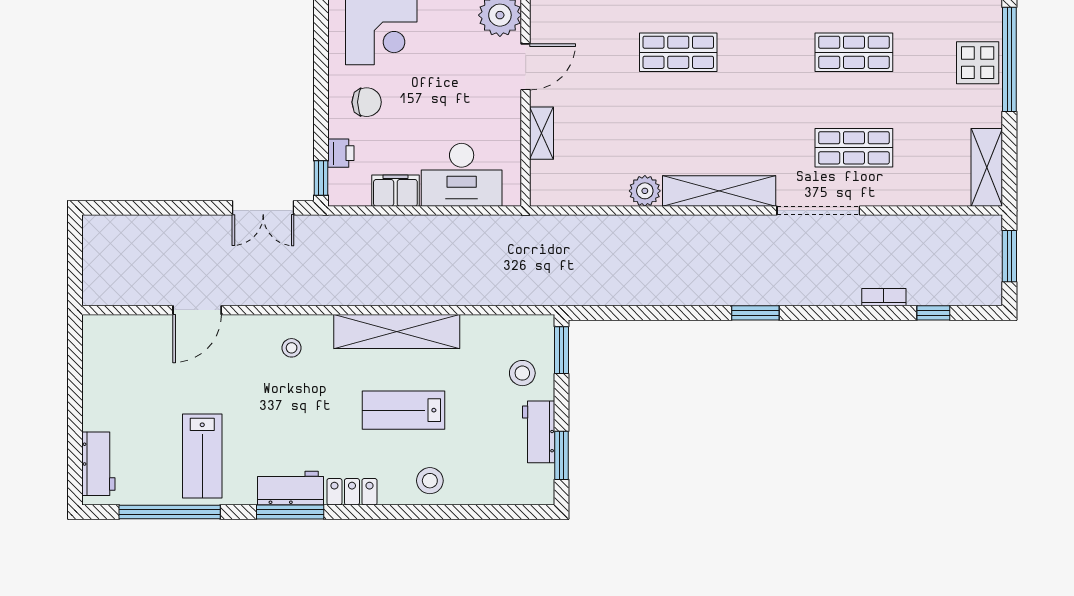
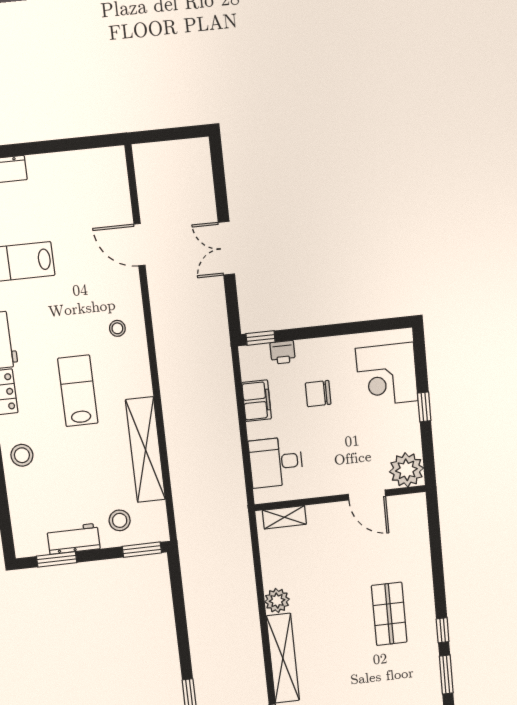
chair: (367, 102) -> (318, 394), moved, turned 90
shelving: (542, 133) -> (284, 517), moved
desk: (462, 175) -> (276, 462), width x0.73
double door: (263, 208) -> (226, 248), moved
shelving: (397, 331) -> (146, 450), moved
lab bench: (403, 410) -> (78, 391), moved

